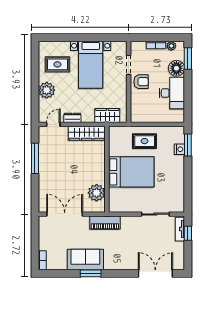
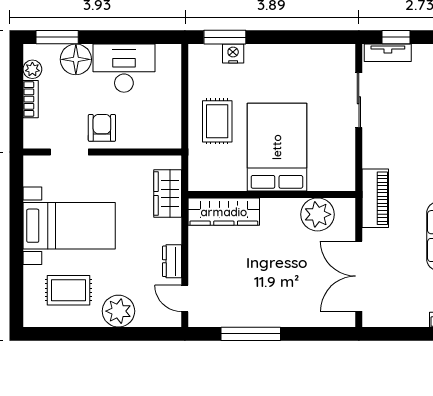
rug: (57, 64) -> (68, 290), turned 90
wardrobe: (87, 133) -> (224, 212), moved, turned 90

